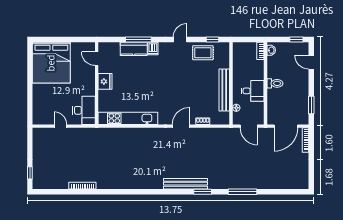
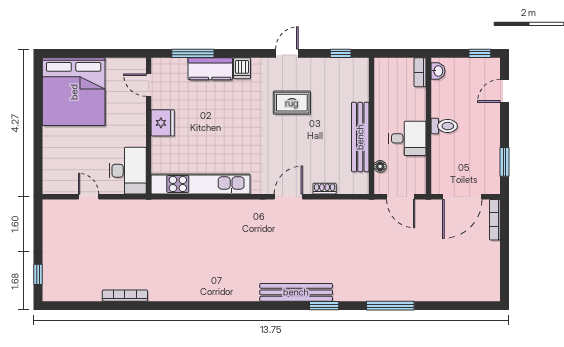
window: (138, 40) -> (193, 53), moved
rug: (203, 53) -> (292, 103), moved
door: (311, 62) -> (504, 91), hinge flipped

